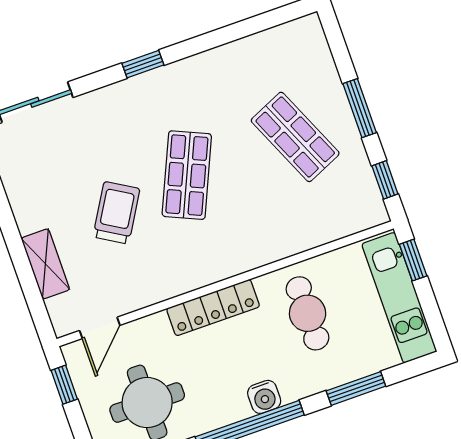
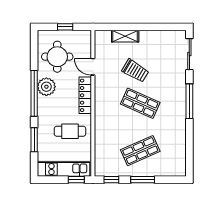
window: (143, 64) -> (189, 101), width x2.17
door: (100, 328) -> (93, 67), moved
window: (64, 385) -> (65, 27), moved
water cooler: (264, 397) -> (43, 103), removed
plant: (225, 403) -> (46, 87), added

